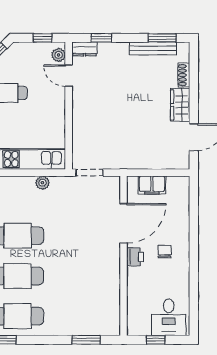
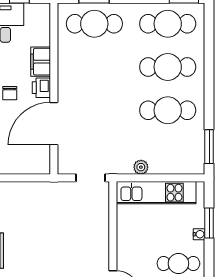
filing cabinet: (152, 185) -> (41, 62), moved, turned -90
cafe table: (86, 316) -> (94, 24), added

